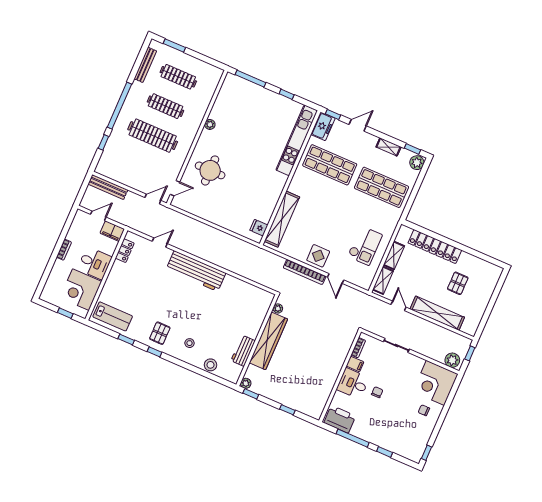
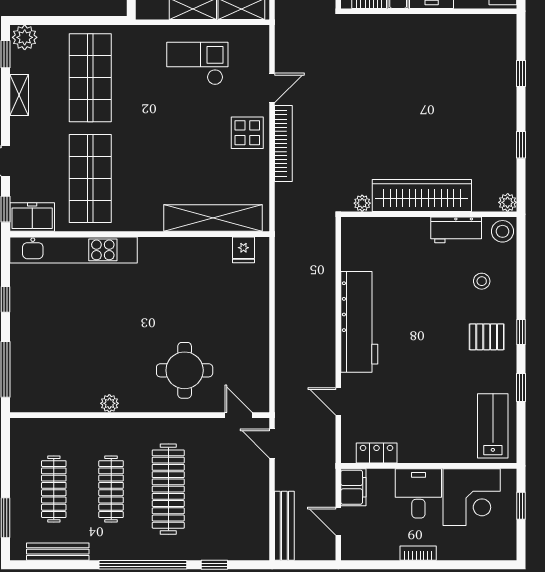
plant: (278, 308) -> (362, 203), moved
wall: (257, 340) -> (429, 214), moved
wardrobe: (268, 341) -> (422, 196), moved
workbench: (243, 351) -> (456, 230), moved
plant: (246, 383) -> (508, 202), moved

